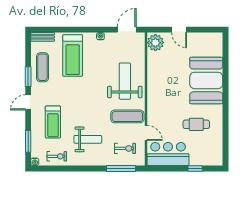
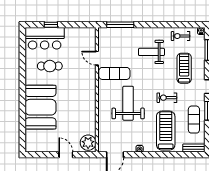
weight bench: (125, 81) -> (128, 103), moved, turned 180
exercise bike: (125, 148) -> (167, 98), moved
bar counter: (168, 154) -> (45, 38), moved

